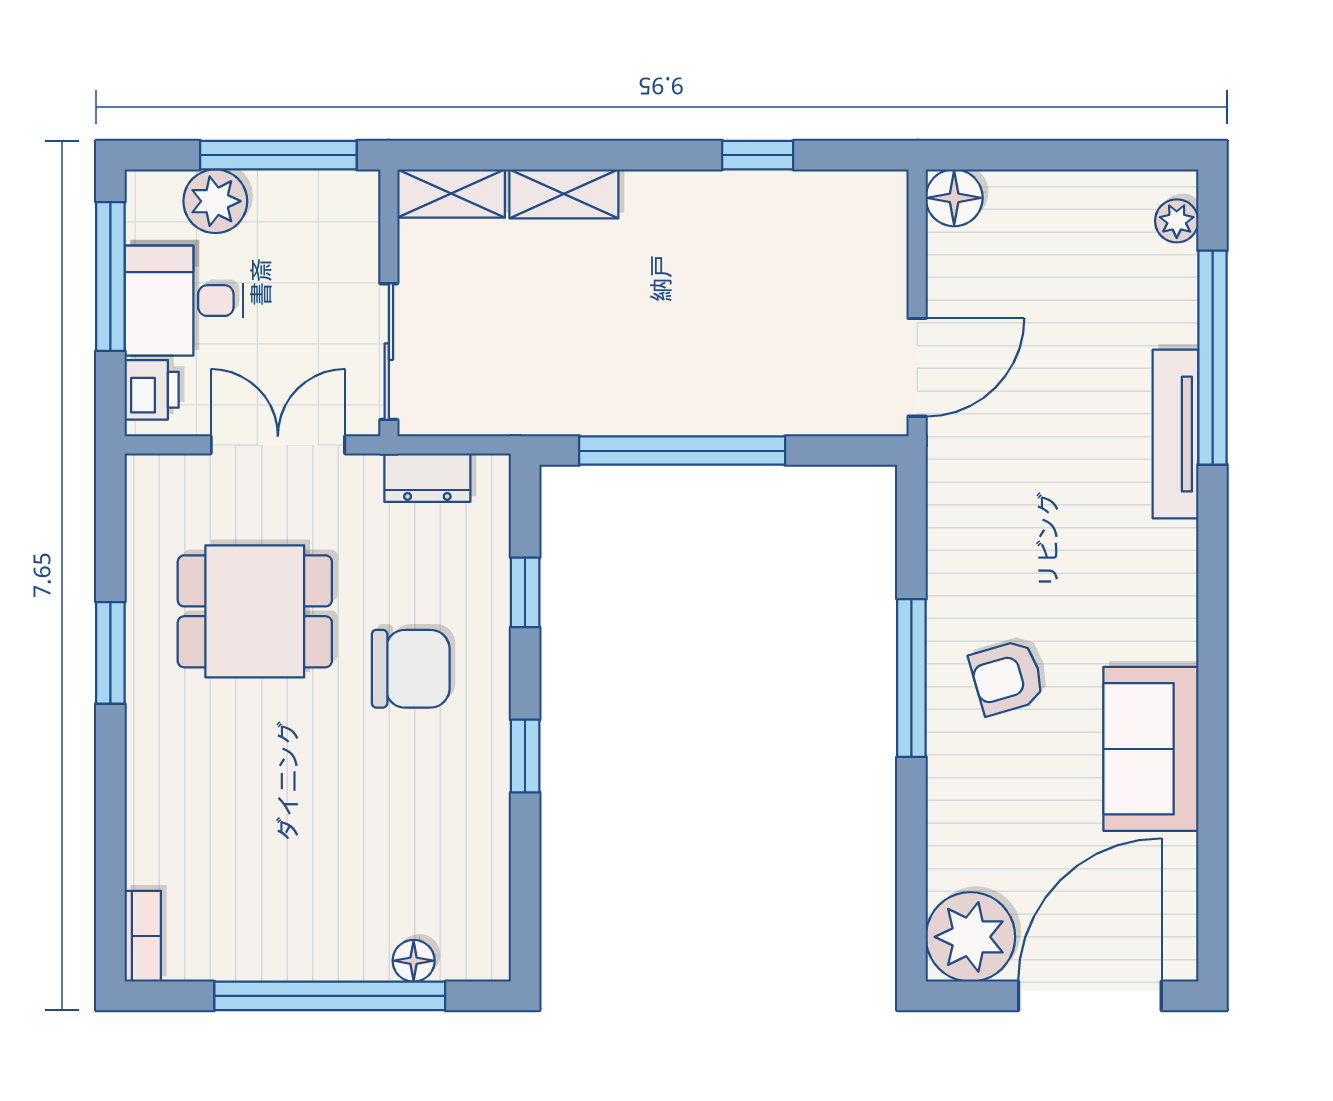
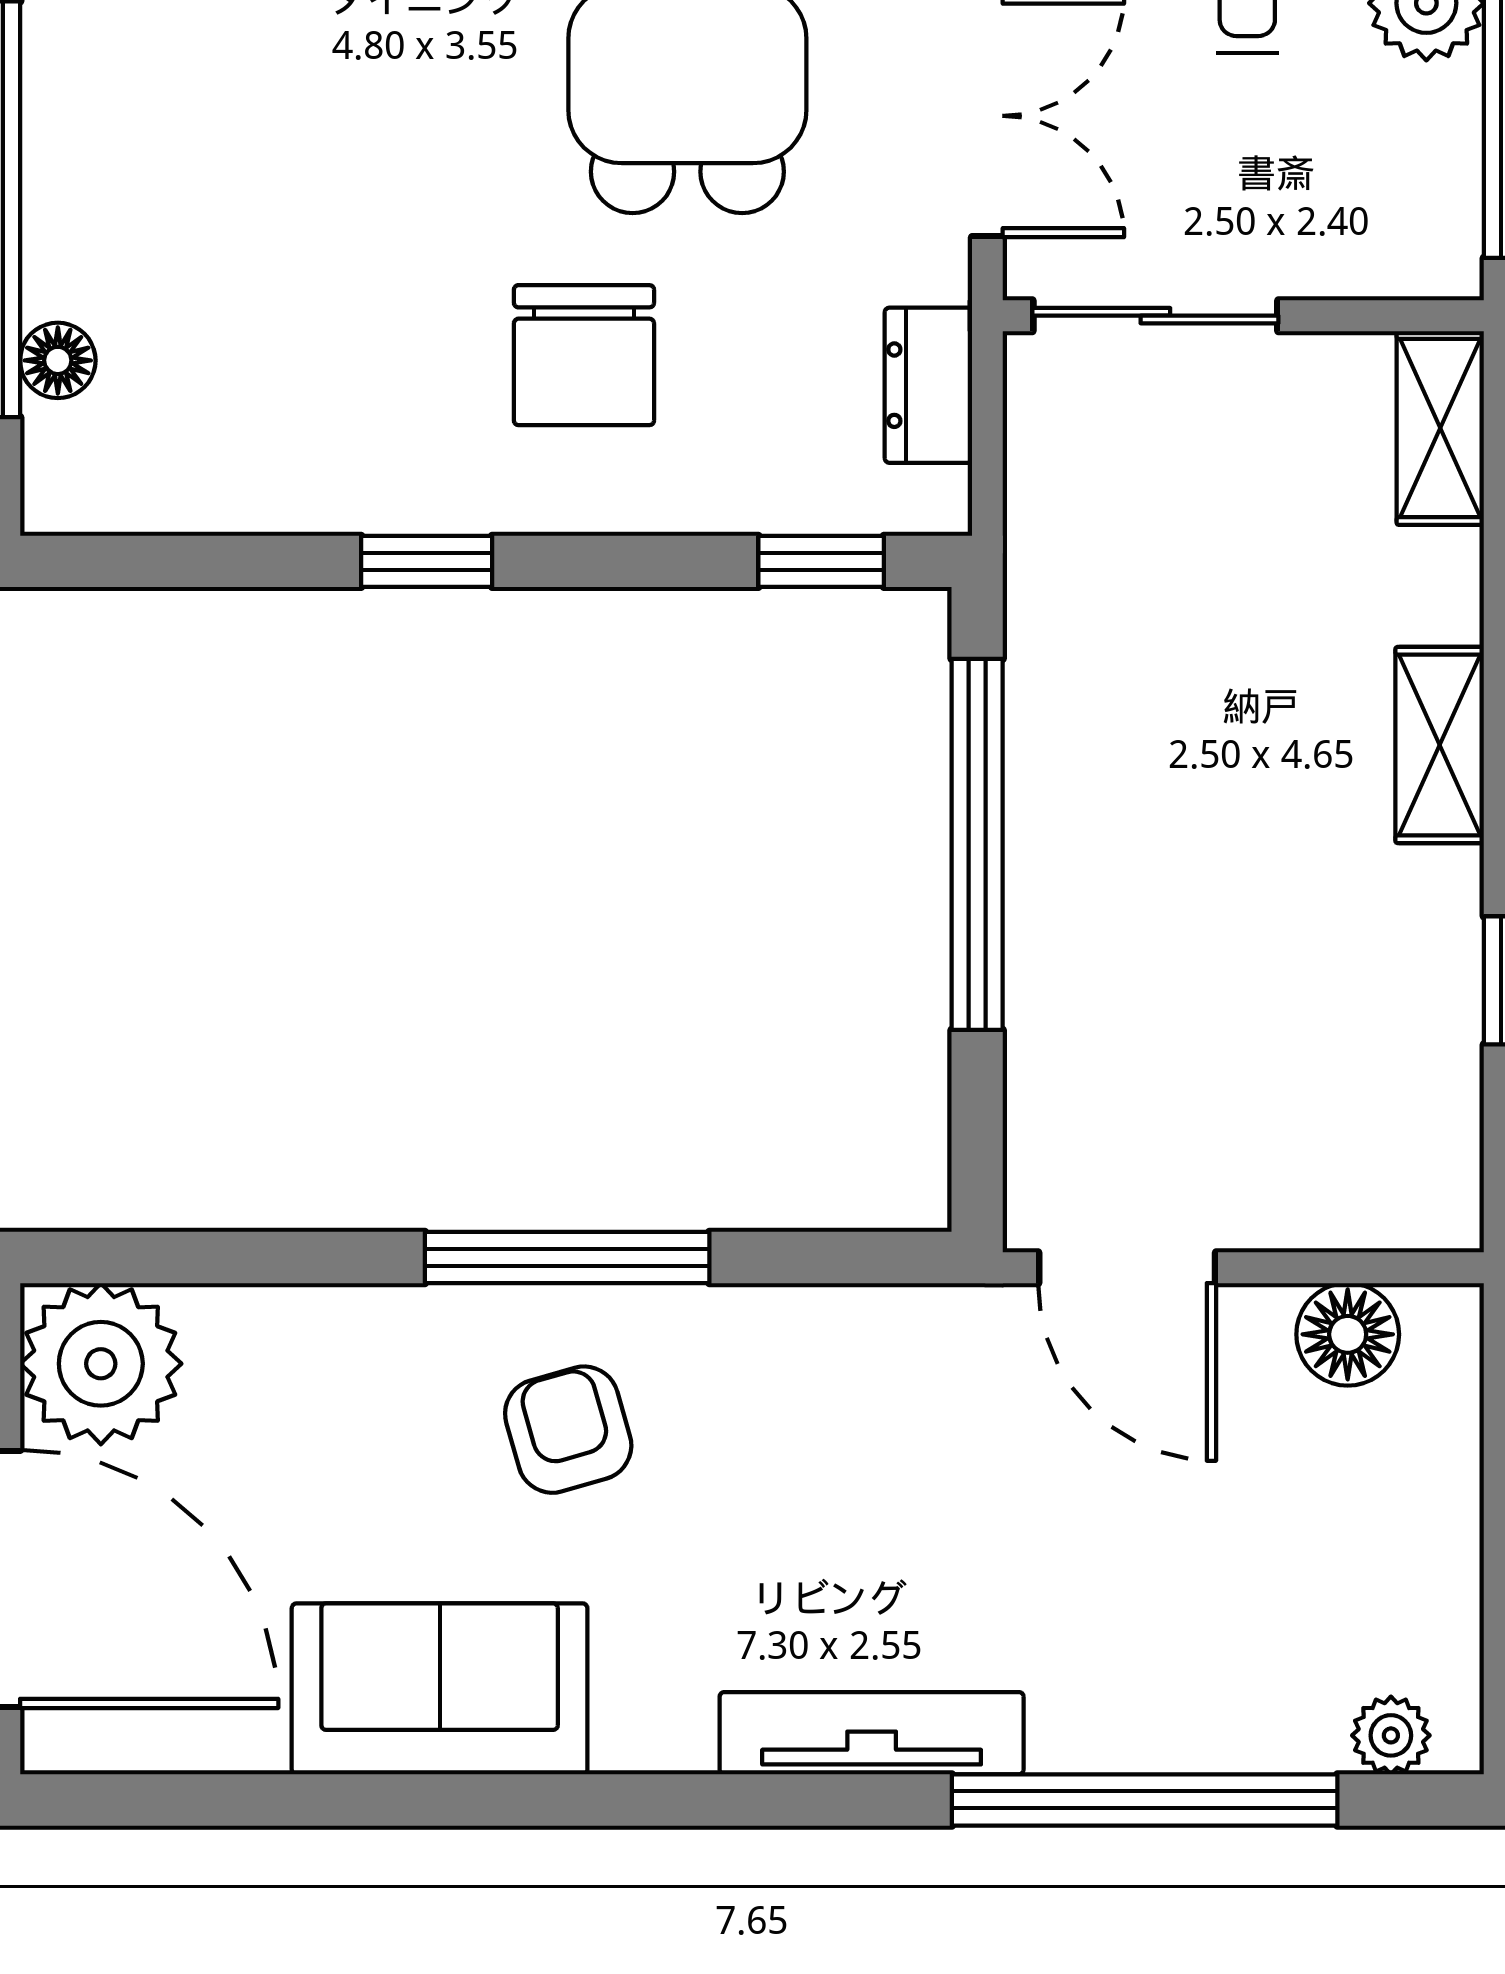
shelving: (564, 194) -> (1440, 745), moved
floor lamp: (954, 198) -> (1348, 1334), moved
tv unit: (1175, 434) -> (872, 1733), moved
window: (525, 592) -> (821, 561), moved

